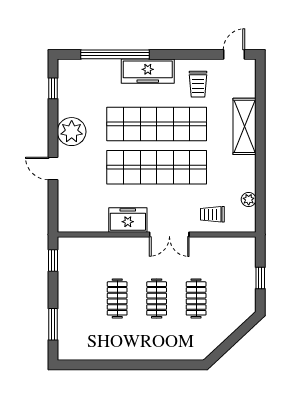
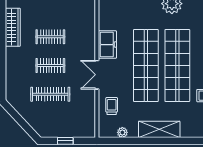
shelving: (244, 126) -> (159, 129), moved
clothes rail: (196, 298) -> (50, 94), width x1.36
wardrobe: (104, 350) -> (13, 27), added

